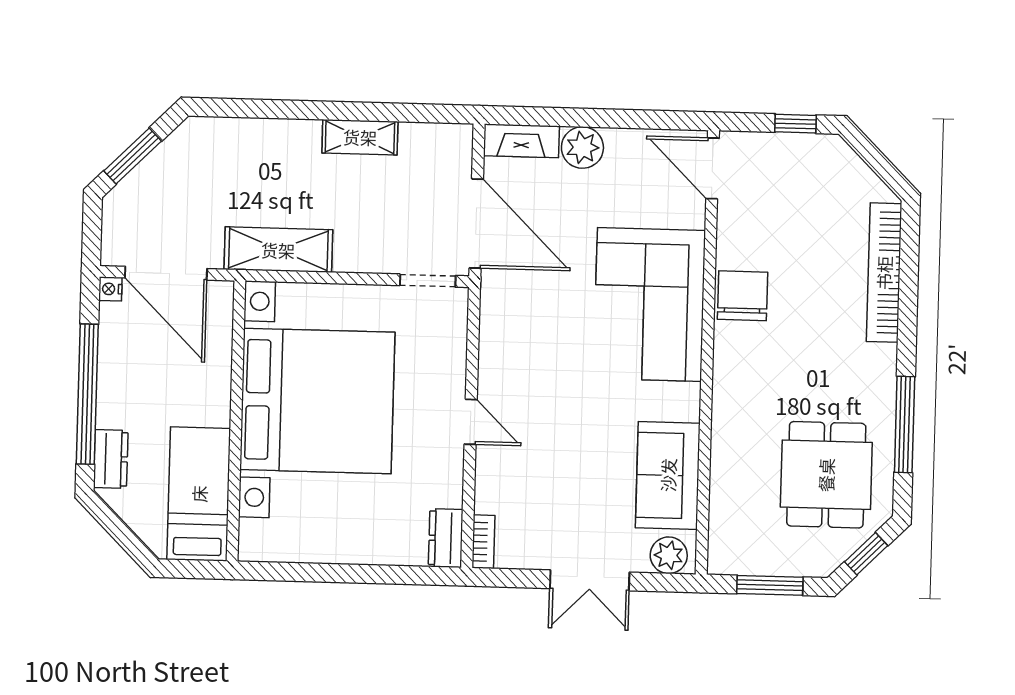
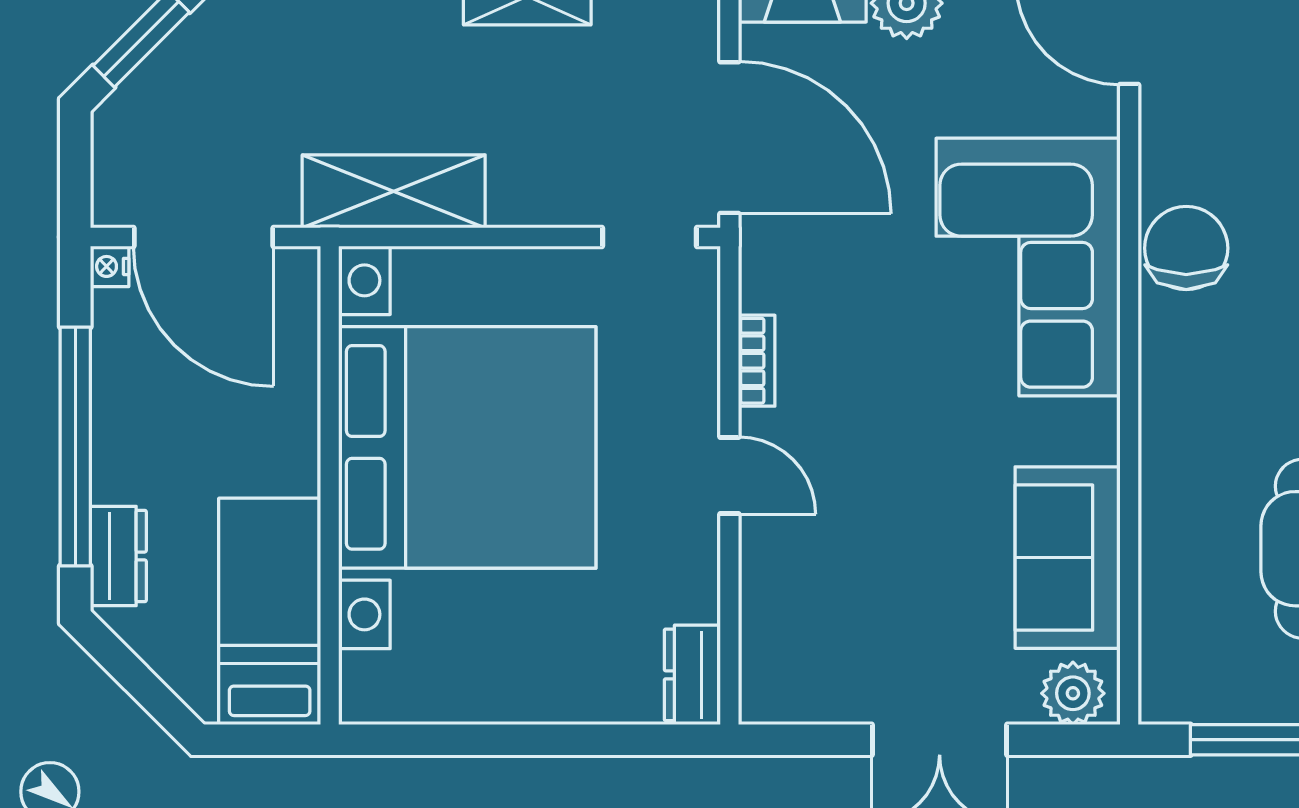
bookcase: (483, 542) -> (757, 361), moved

